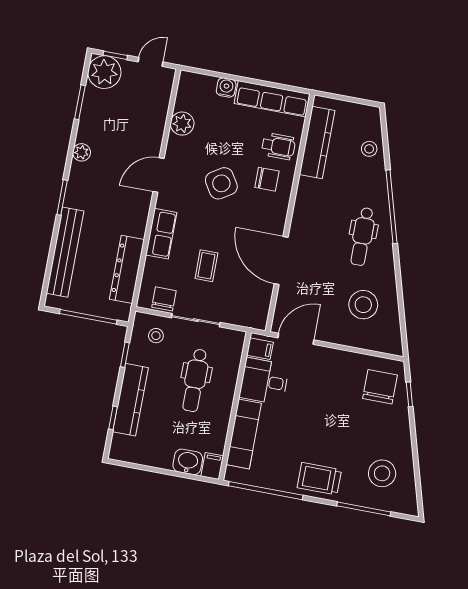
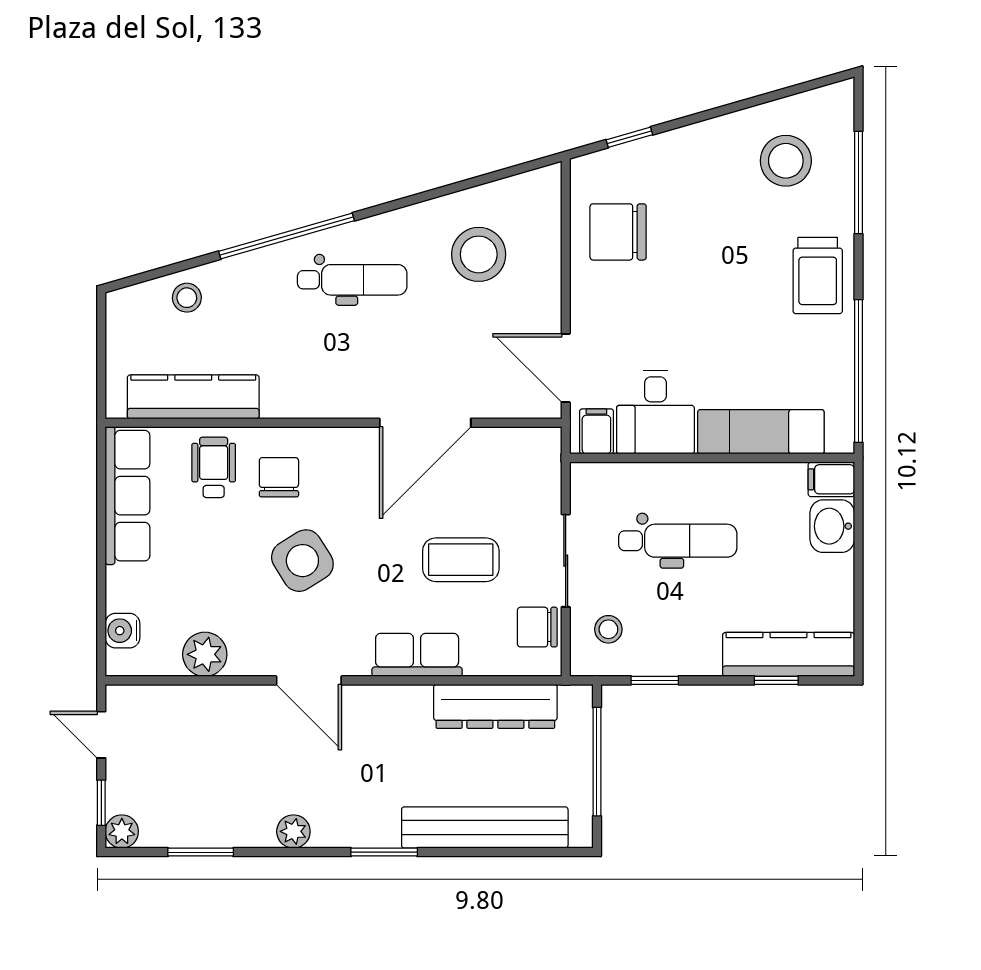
plant: (104, 72) -> (122, 832), width x0.53, depth x0.53
water cooler: (226, 88) -> (122, 631), moved
coffee table: (206, 266) -> (461, 560), width x1.36, depth x1.30
chair: (380, 387) -> (618, 232), moved
kitchen counter: (130, 400) -> (789, 654), moved

